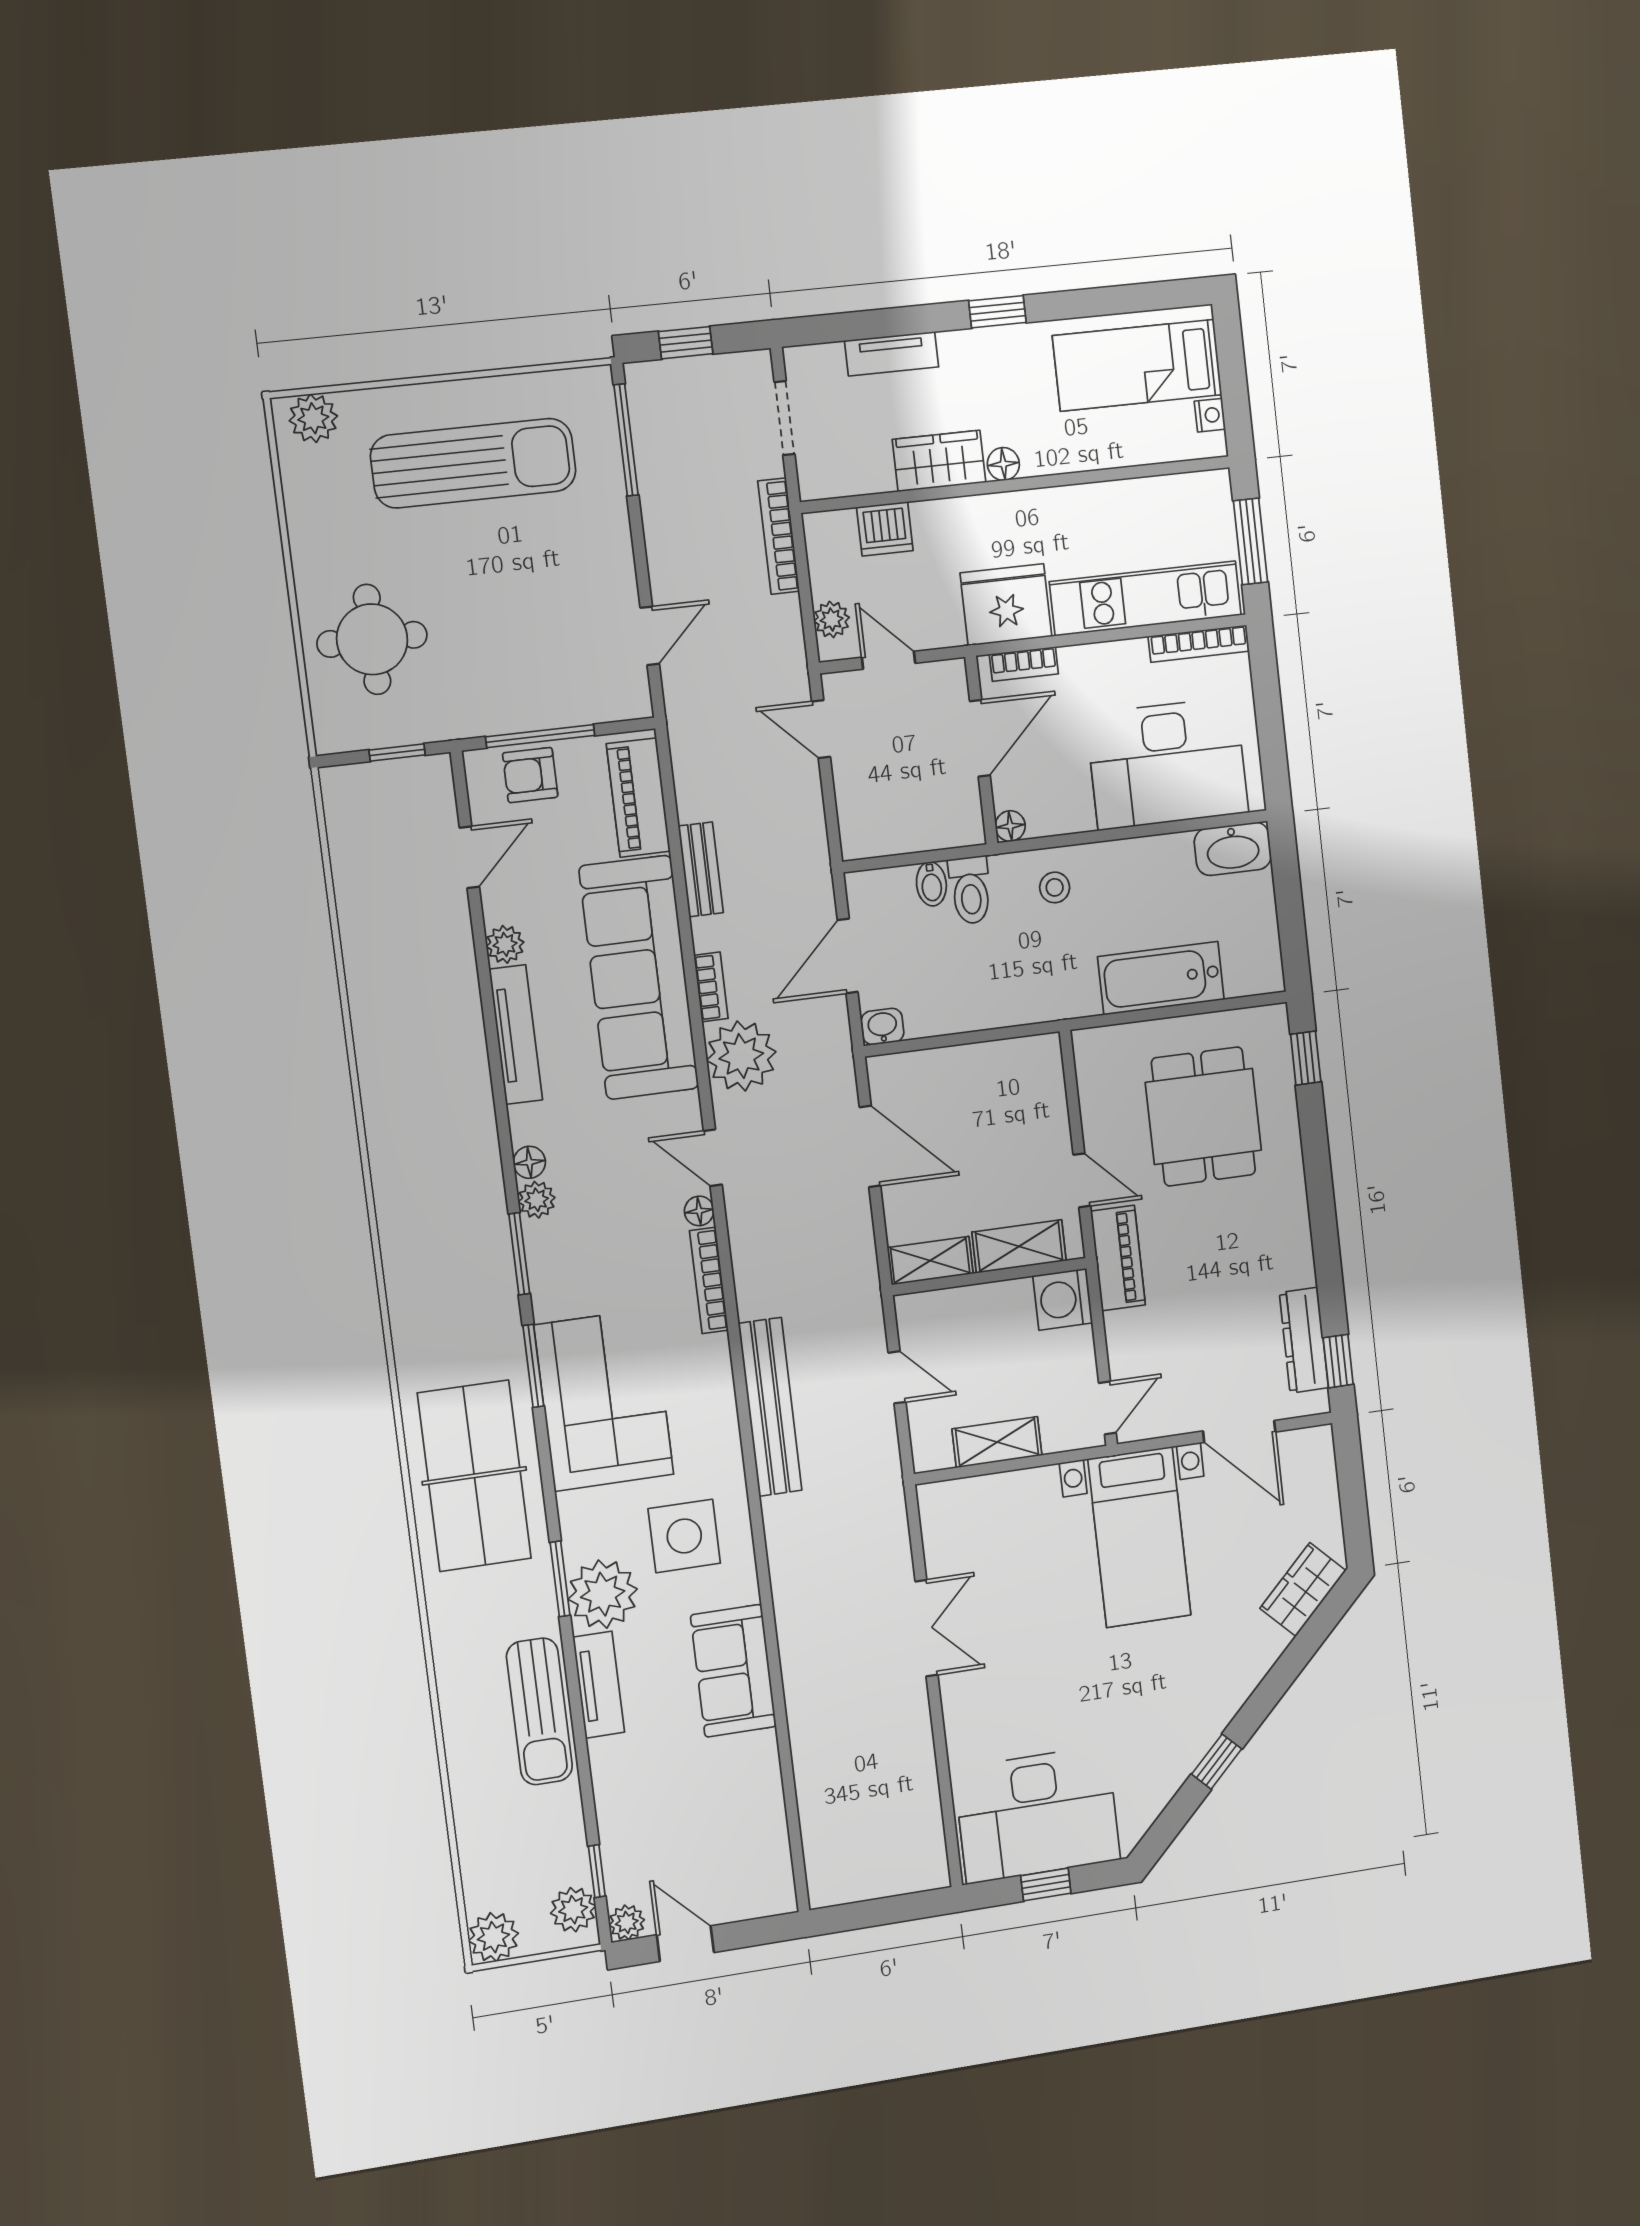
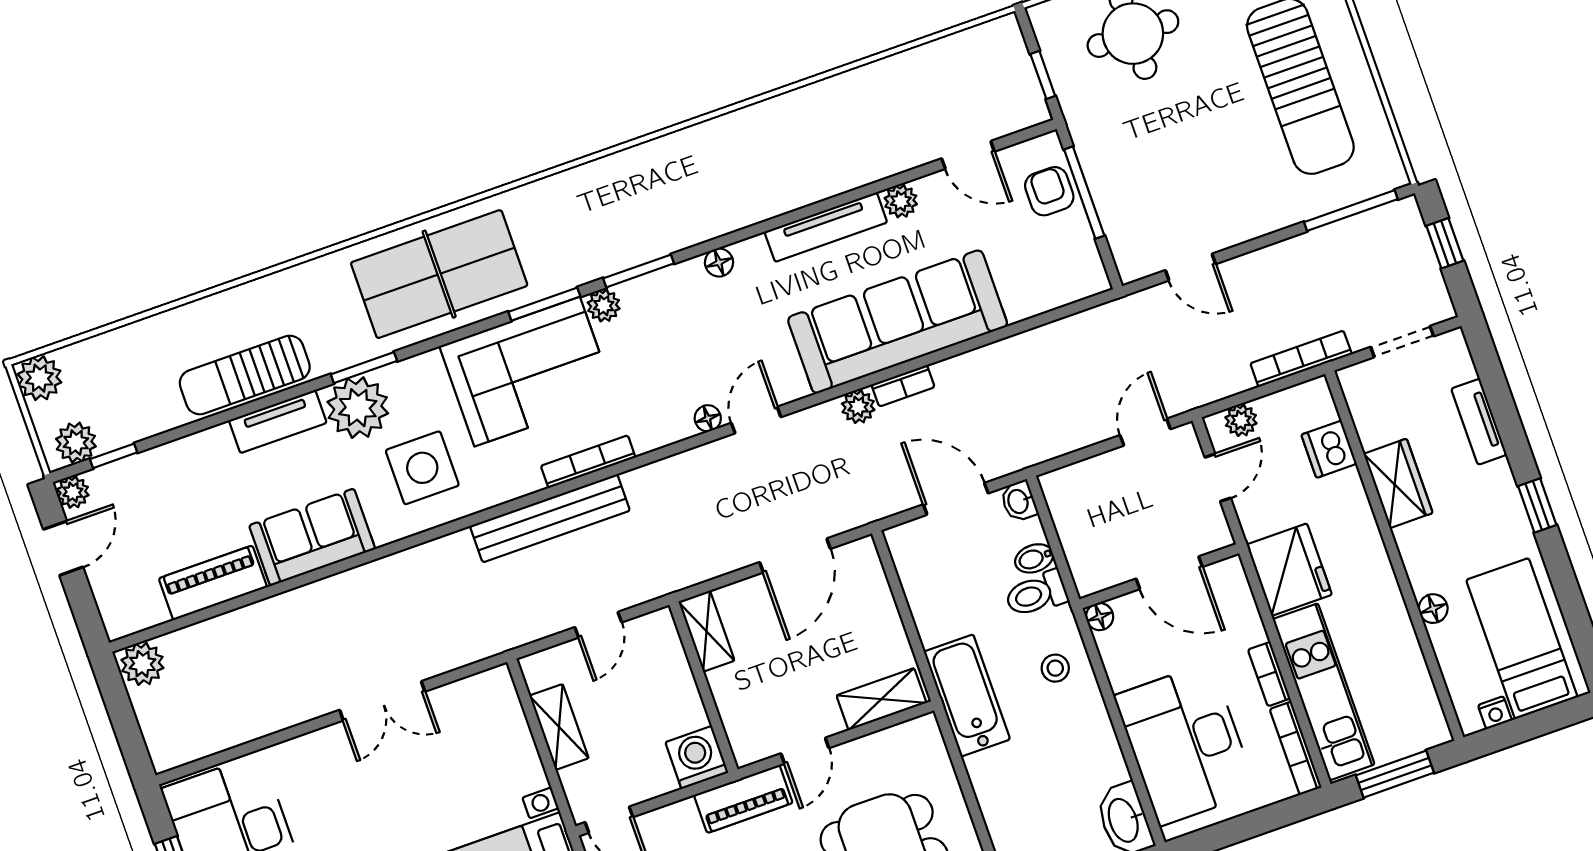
floor lamp: (1003, 464) -> (1433, 609), moved
bookcase: (1024, 664) -> (1269, 674), moved
piano: (638, 798) -> (213, 583), moved
bench: (701, 869) -> (1002, 355), removed
bathtub: (1161, 978) -> (967, 696), moved
washbasin: (883, 1027) -> (1019, 501), moved, turned 180
plant: (741, 1056) -> (858, 407), width x0.53, depth x0.53
plant: (537, 1200) -> (604, 306), moved
shelving: (1019, 1246) -> (881, 699), moved, turned 90
bookcase: (709, 1280) -> (588, 462), moved
plant: (829, 1880) -> (142, 664), added

